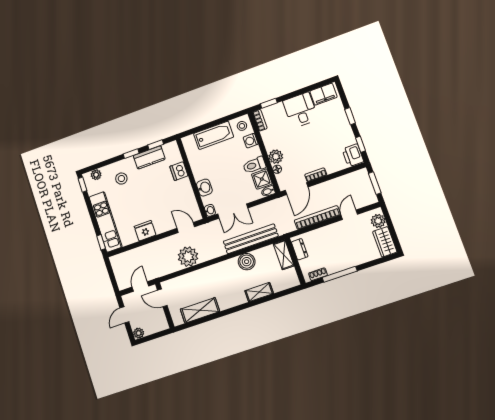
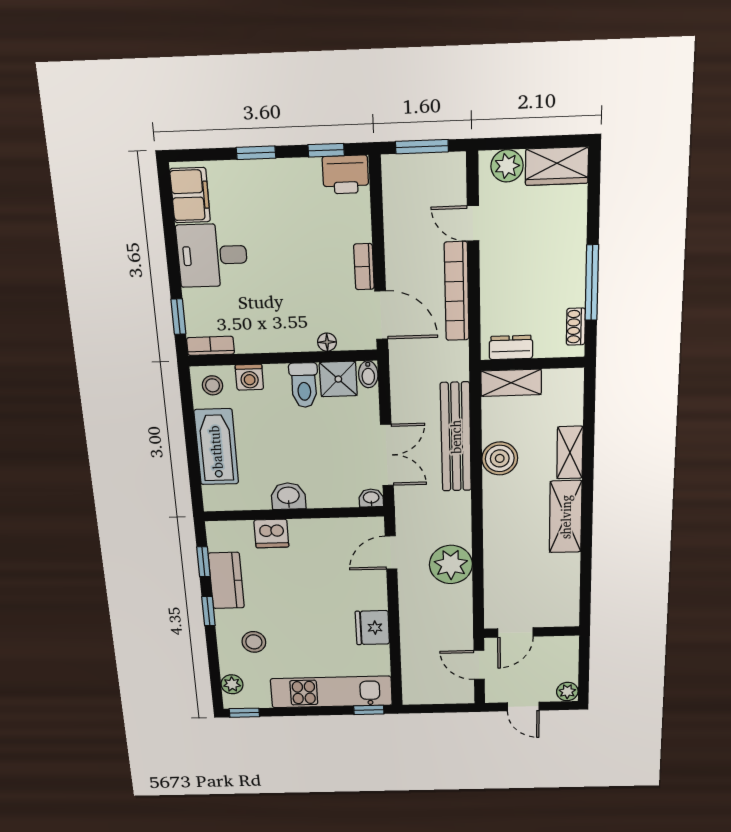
plant: (276, 157) -> (299, 337), removed
washbasin: (204, 188) -> (288, 496), moved
shelving: (200, 310) -> (566, 517), moved

